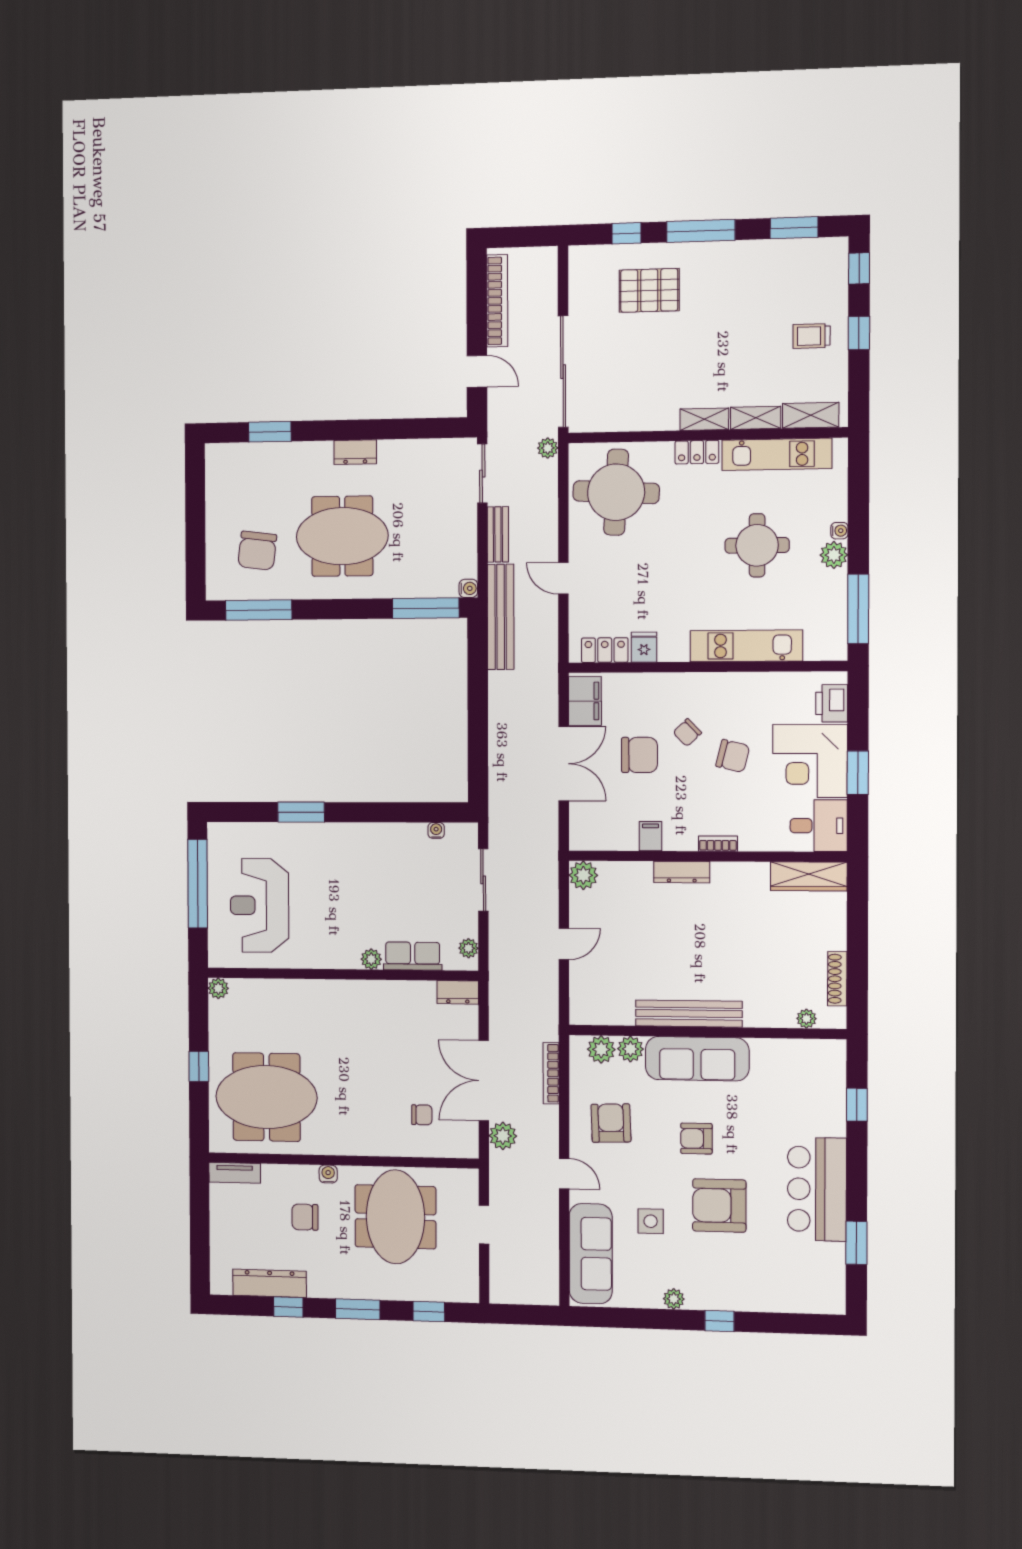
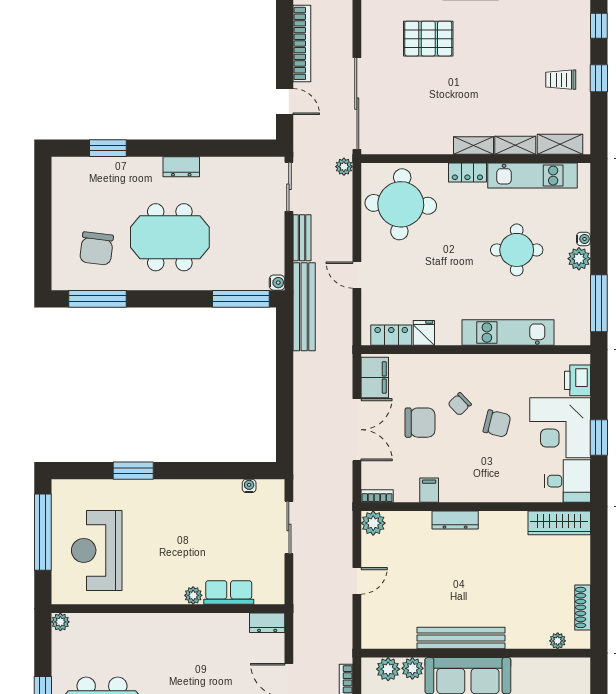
bookcase: (718, 844) -> (377, 496), moved
plant: (468, 948) -> (276, 585), removed

